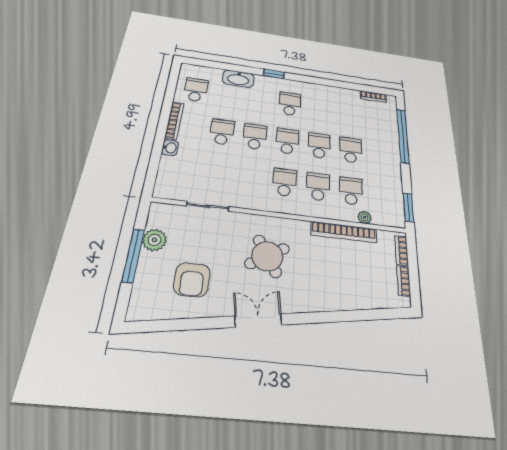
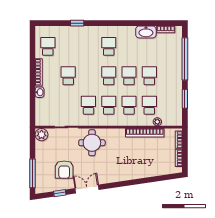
window: (274, 74) -> (77, 23), moved
washbasin: (238, 79) -> (146, 32), moved
school desk: (255, 137) -> (88, 105), moved
window: (408, 207) -> (185, 99), moved
plant: (154, 240) -> (42, 135), moved
window: (133, 256) -> (33, 173), moved
round table: (267, 256) -> (92, 143), moved, turned 31
double door: (258, 321) -> (87, 189), moved
window: (176, 325) -> (60, 193), added

